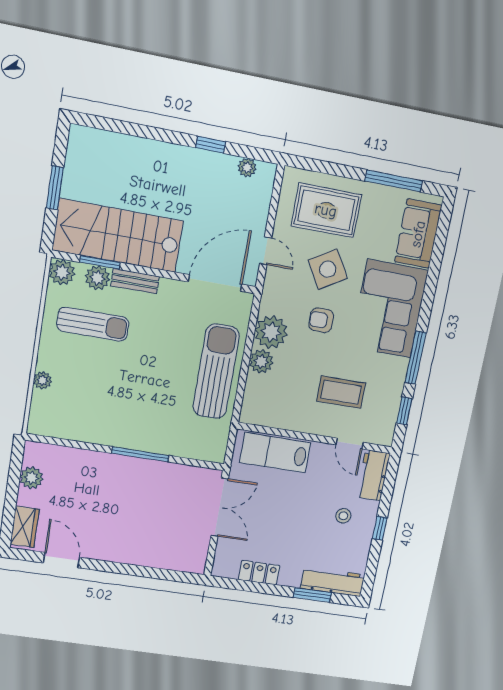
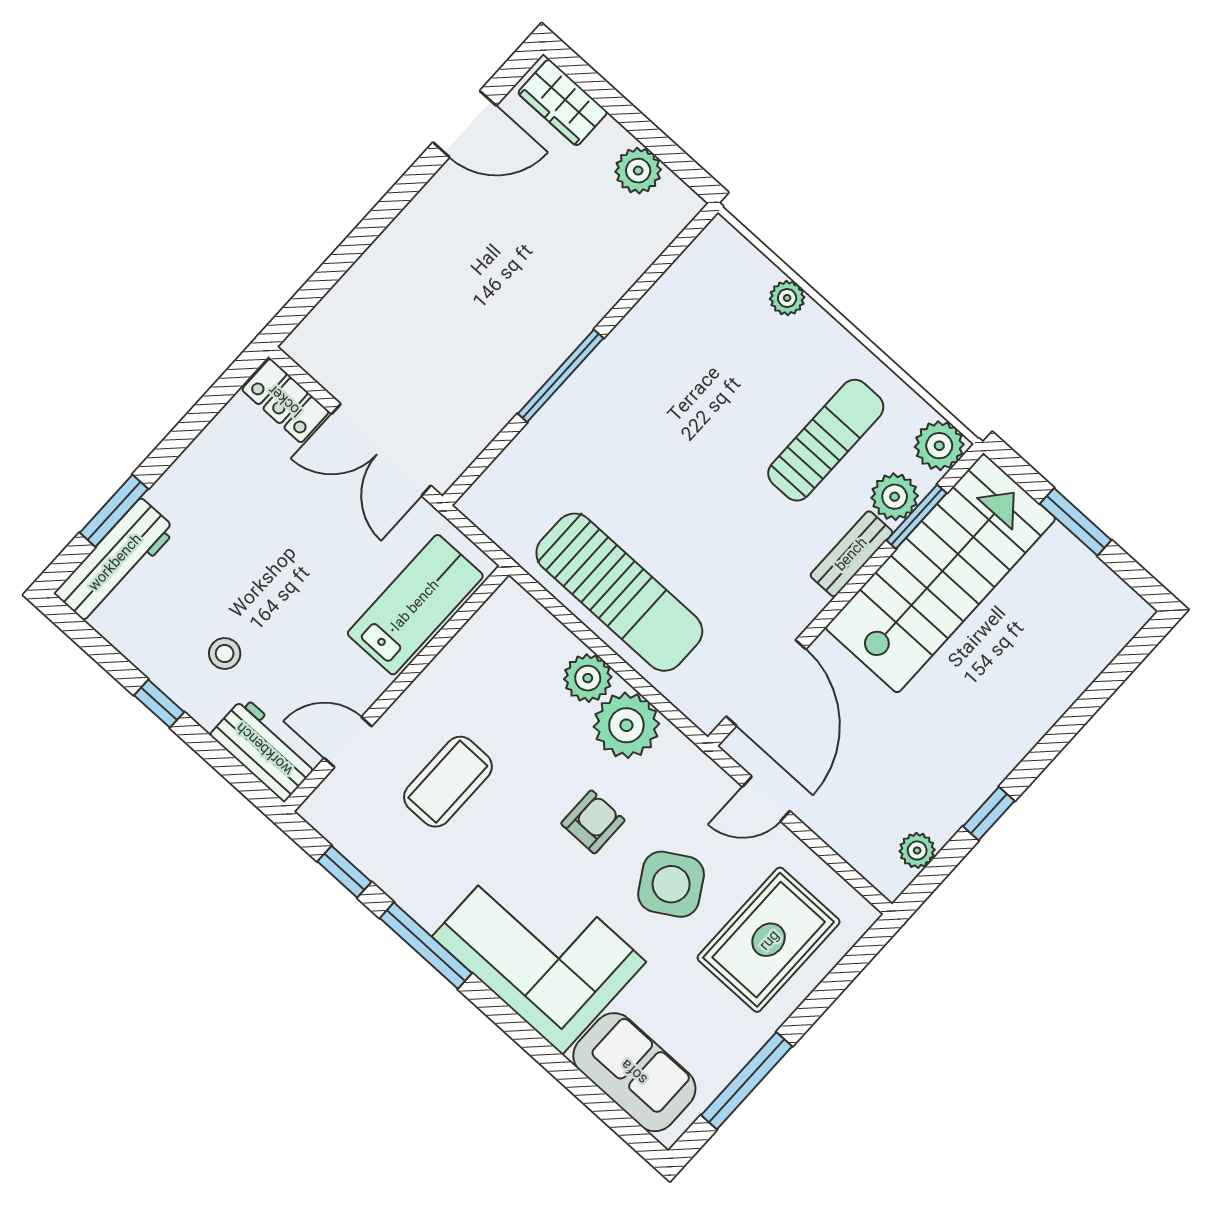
sun lounger: (93, 324) -> (826, 440), turned 180
locker: (259, 573) -> (285, 401), moved, turned 90

